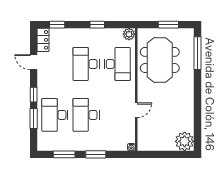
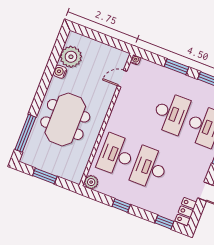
meeting table: (160, 60) -> (65, 119), moved
desk: (86, 64) -> (150, 168), turned 180
door: (136, 110) -> (122, 78), moved
water cooler: (189, 114) -> (60, 72), added
plant: (185, 141) -> (71, 57), moved

